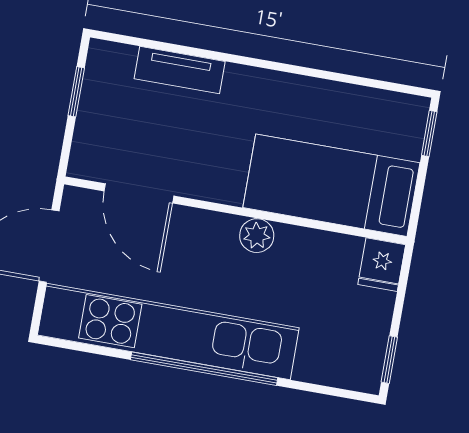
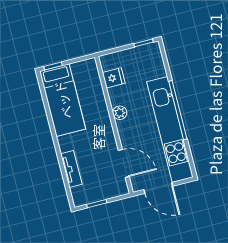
bed: (331, 185) -> (63, 100), moved
door: (139, 193) -> (124, 163), hinge flipped
fridge: (382, 265) -> (114, 78), moved

